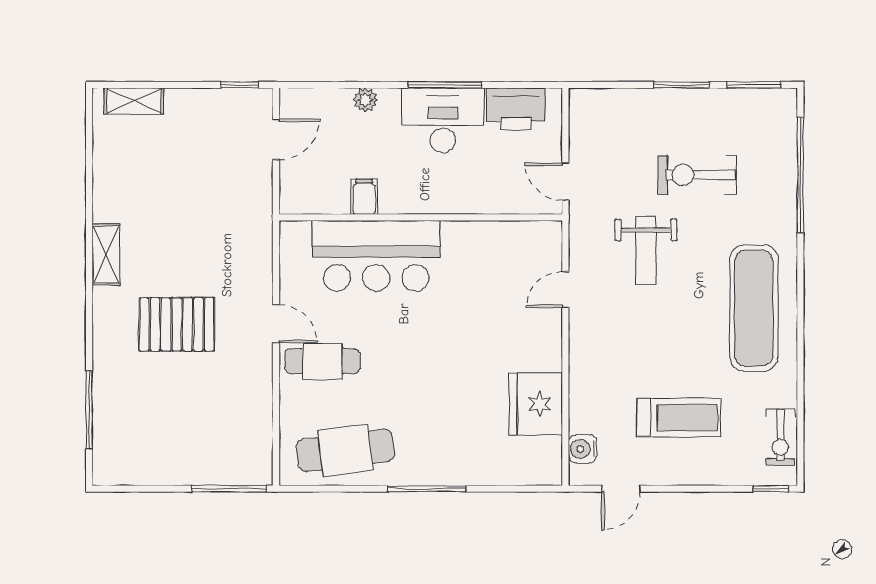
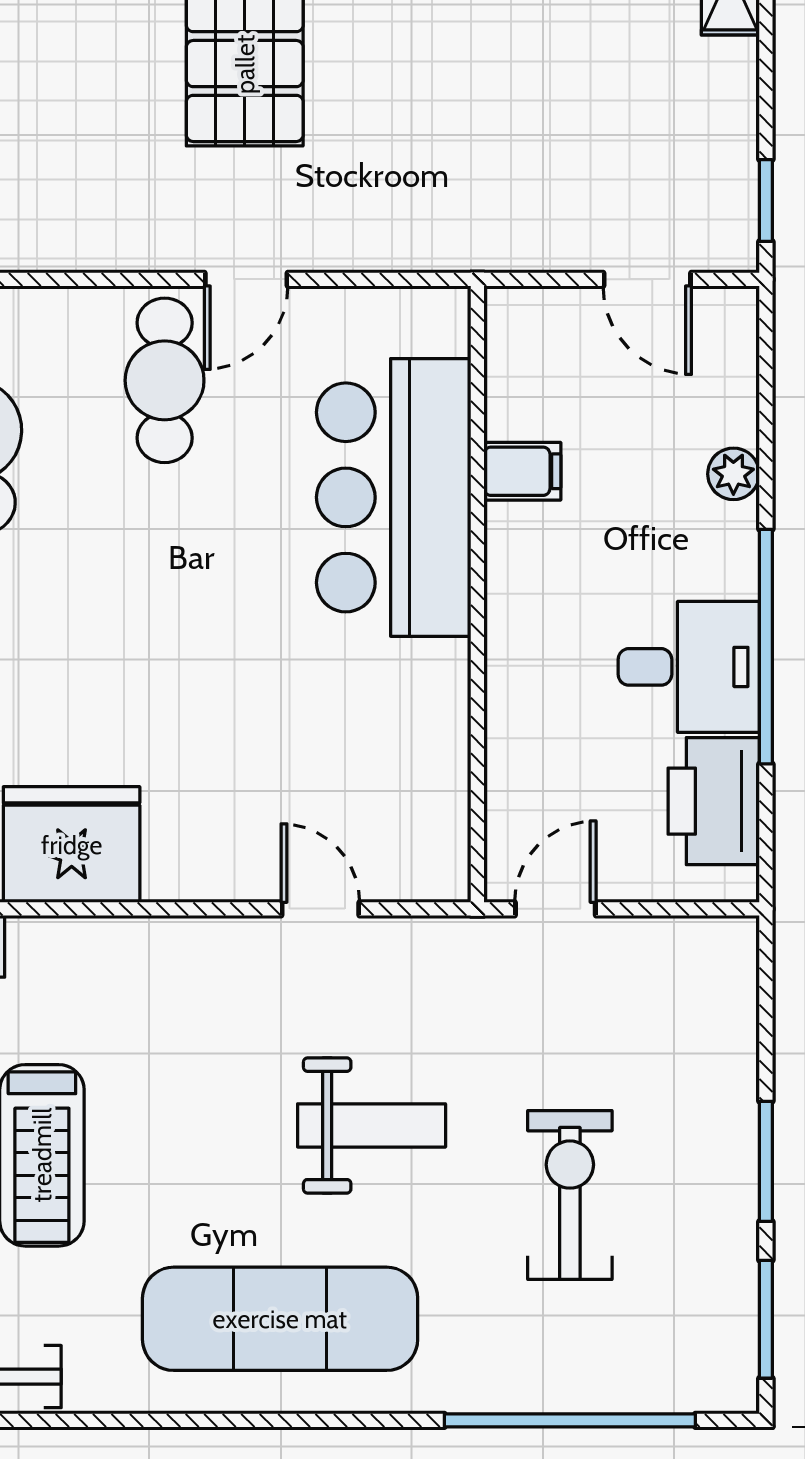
window: (445, 85) -> (766, 647), width x1.46
desk: (443, 120) -> (689, 667), width x0.73
weight bench: (646, 250) -> (372, 1125), moved, turned 180

